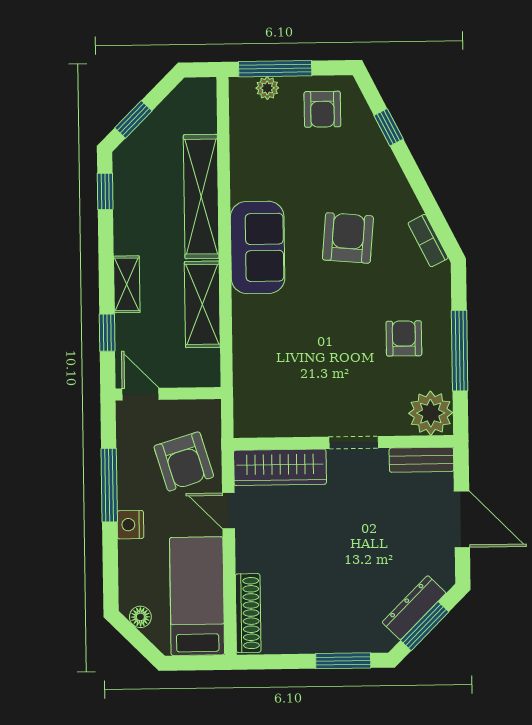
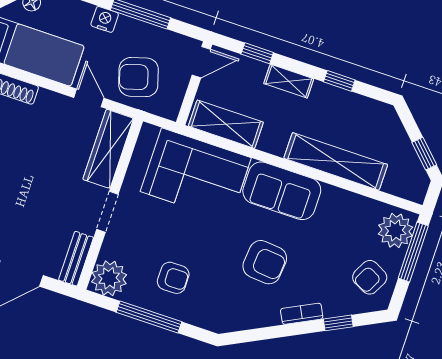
plant: (267, 88) -> (395, 231), width x1.87, depth x1.87
armchair: (322, 109) -> (370, 277), turned -63
window: (133, 119) -> (424, 154), moved
window: (105, 191) -> (339, 81), moved
bookcase: (428, 241) -> (302, 314), moved
shelving: (202, 304) -> (226, 124), moved
corner sofa: (274, 354) -> (196, 175), added
door: (229, 511) -> (89, 98), hinge flipped

